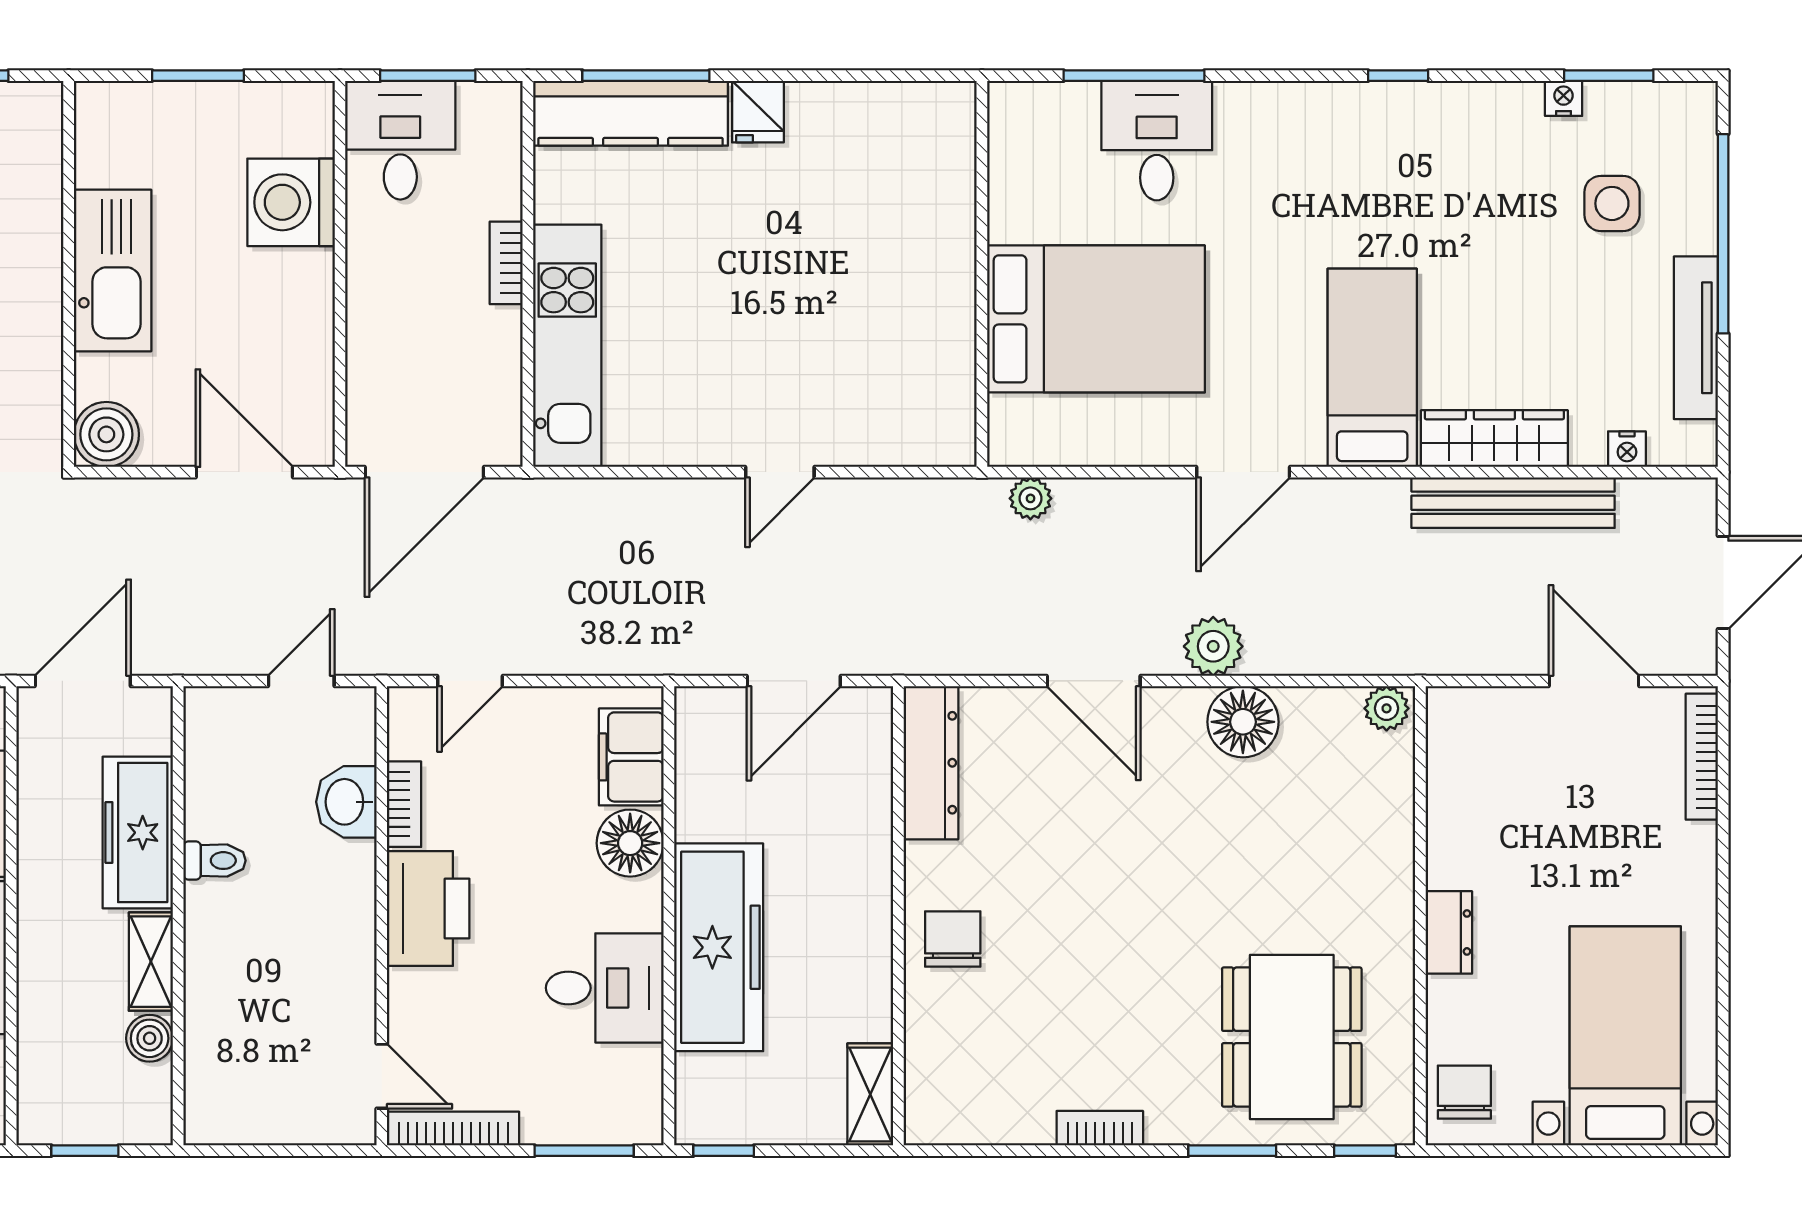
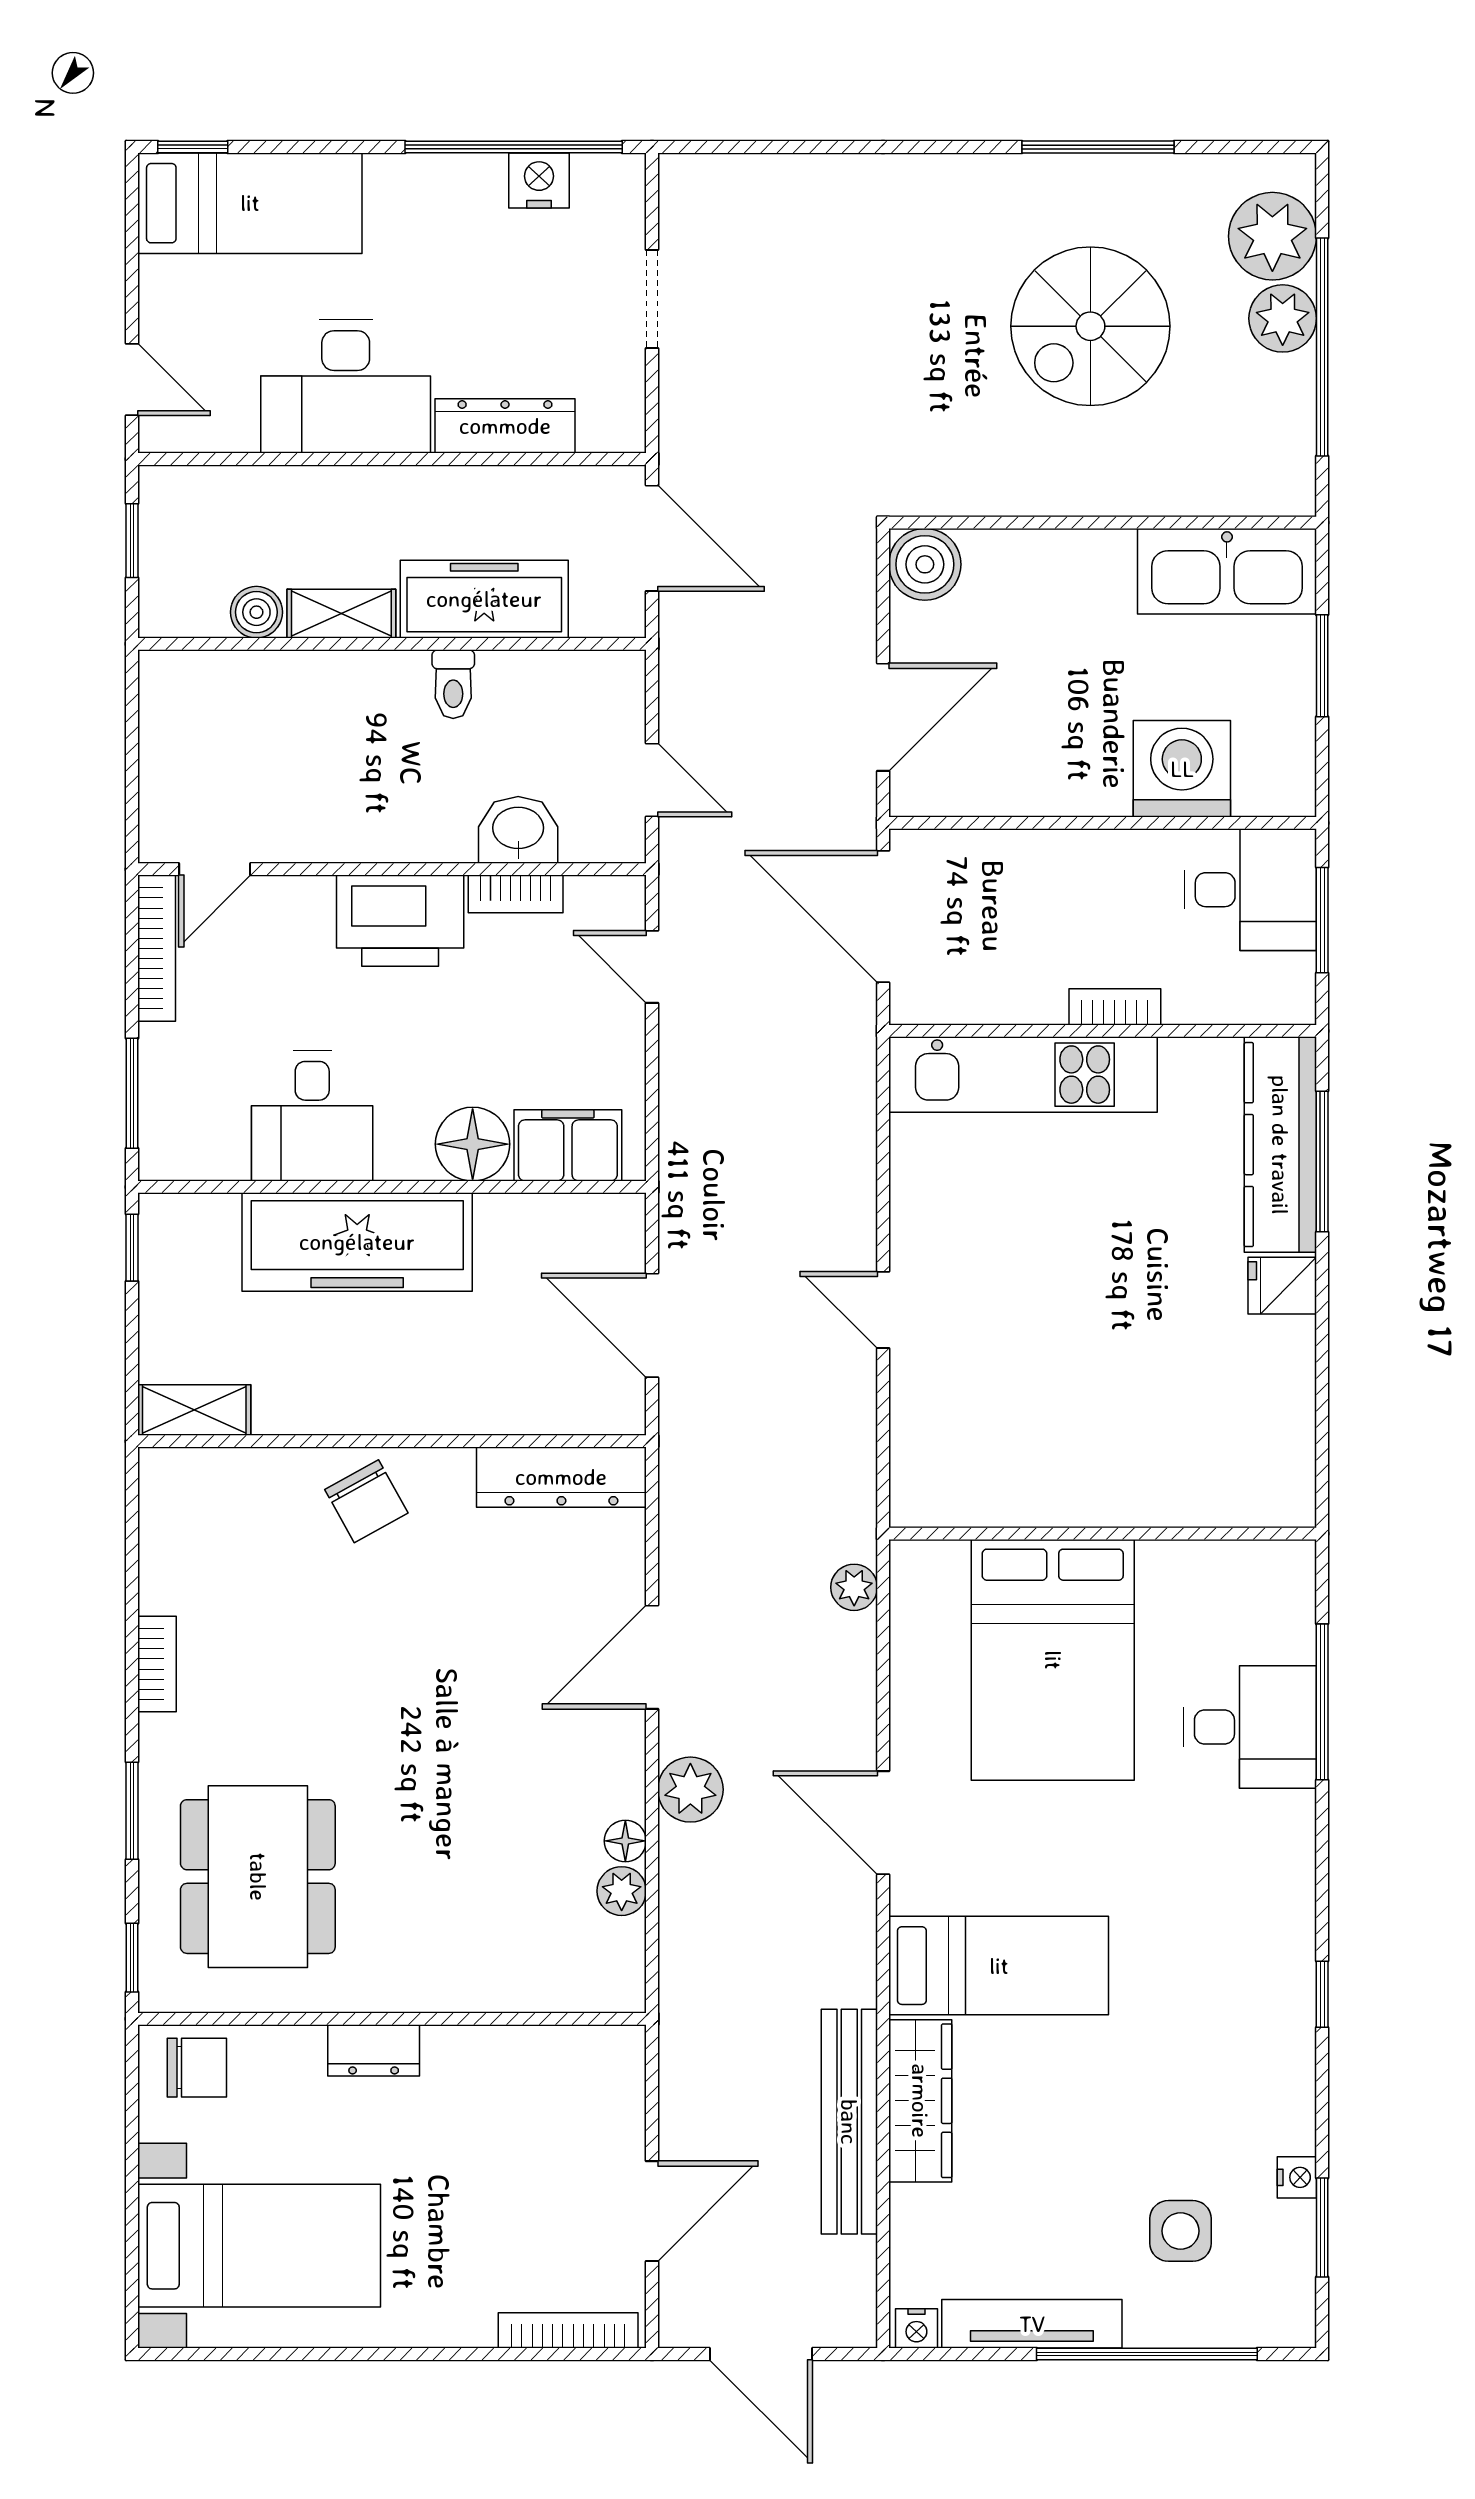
kitchen sink: (113, 271) -> (1227, 571), moved
nightstand: (1627, 449) -> (916, 2328), moved, turned -90
plant: (1387, 708) -> (622, 1891), moved
floor lamp: (1243, 722) -> (625, 1841), width x0.53, depth x0.53
chair: (953, 939) -> (366, 1501), turned 61
dining table: (1292, 1037) -> (258, 1877), turned 90

